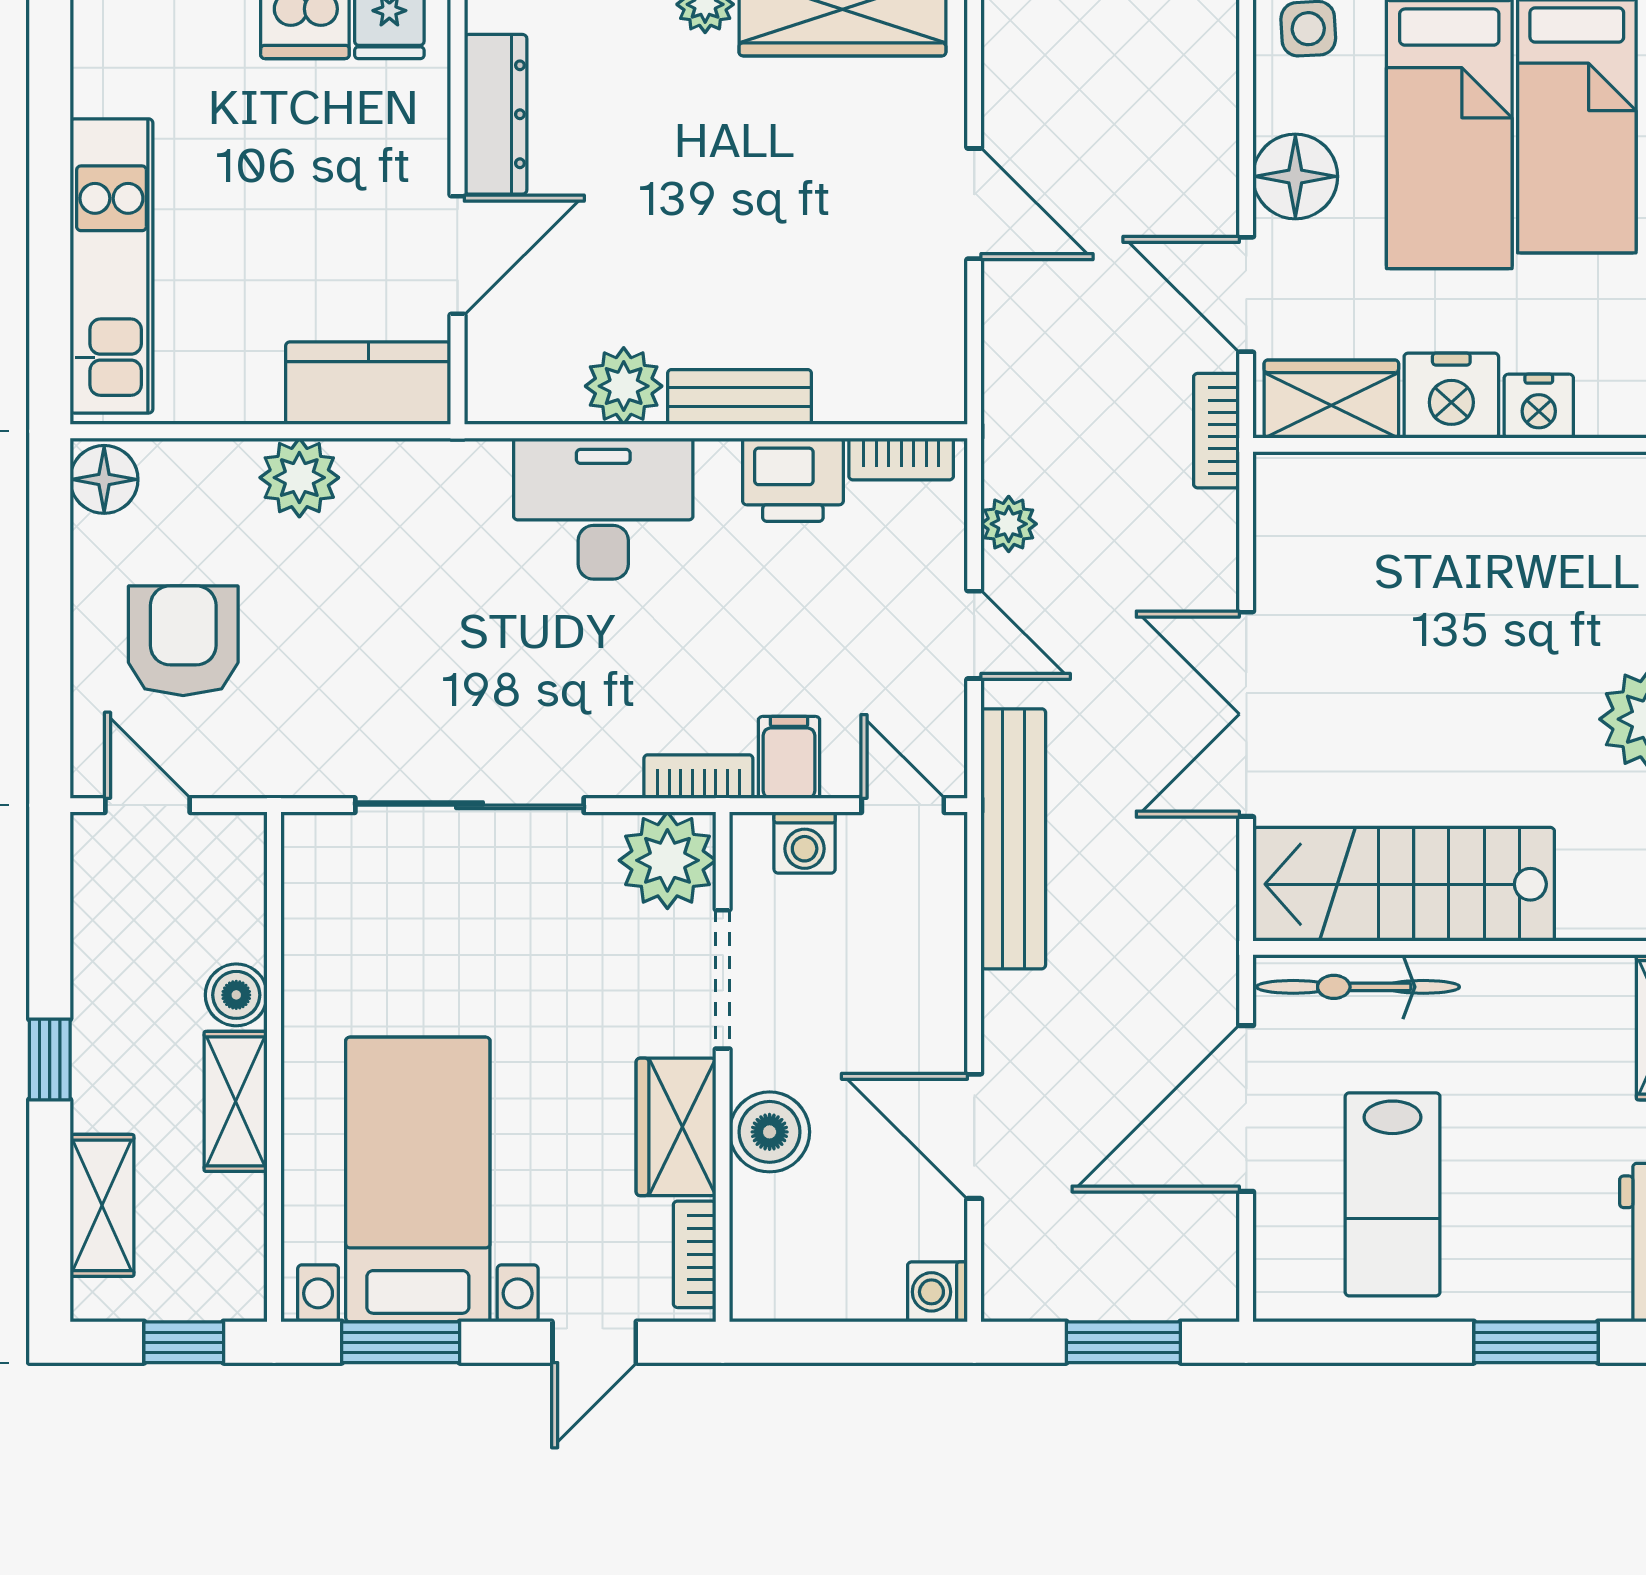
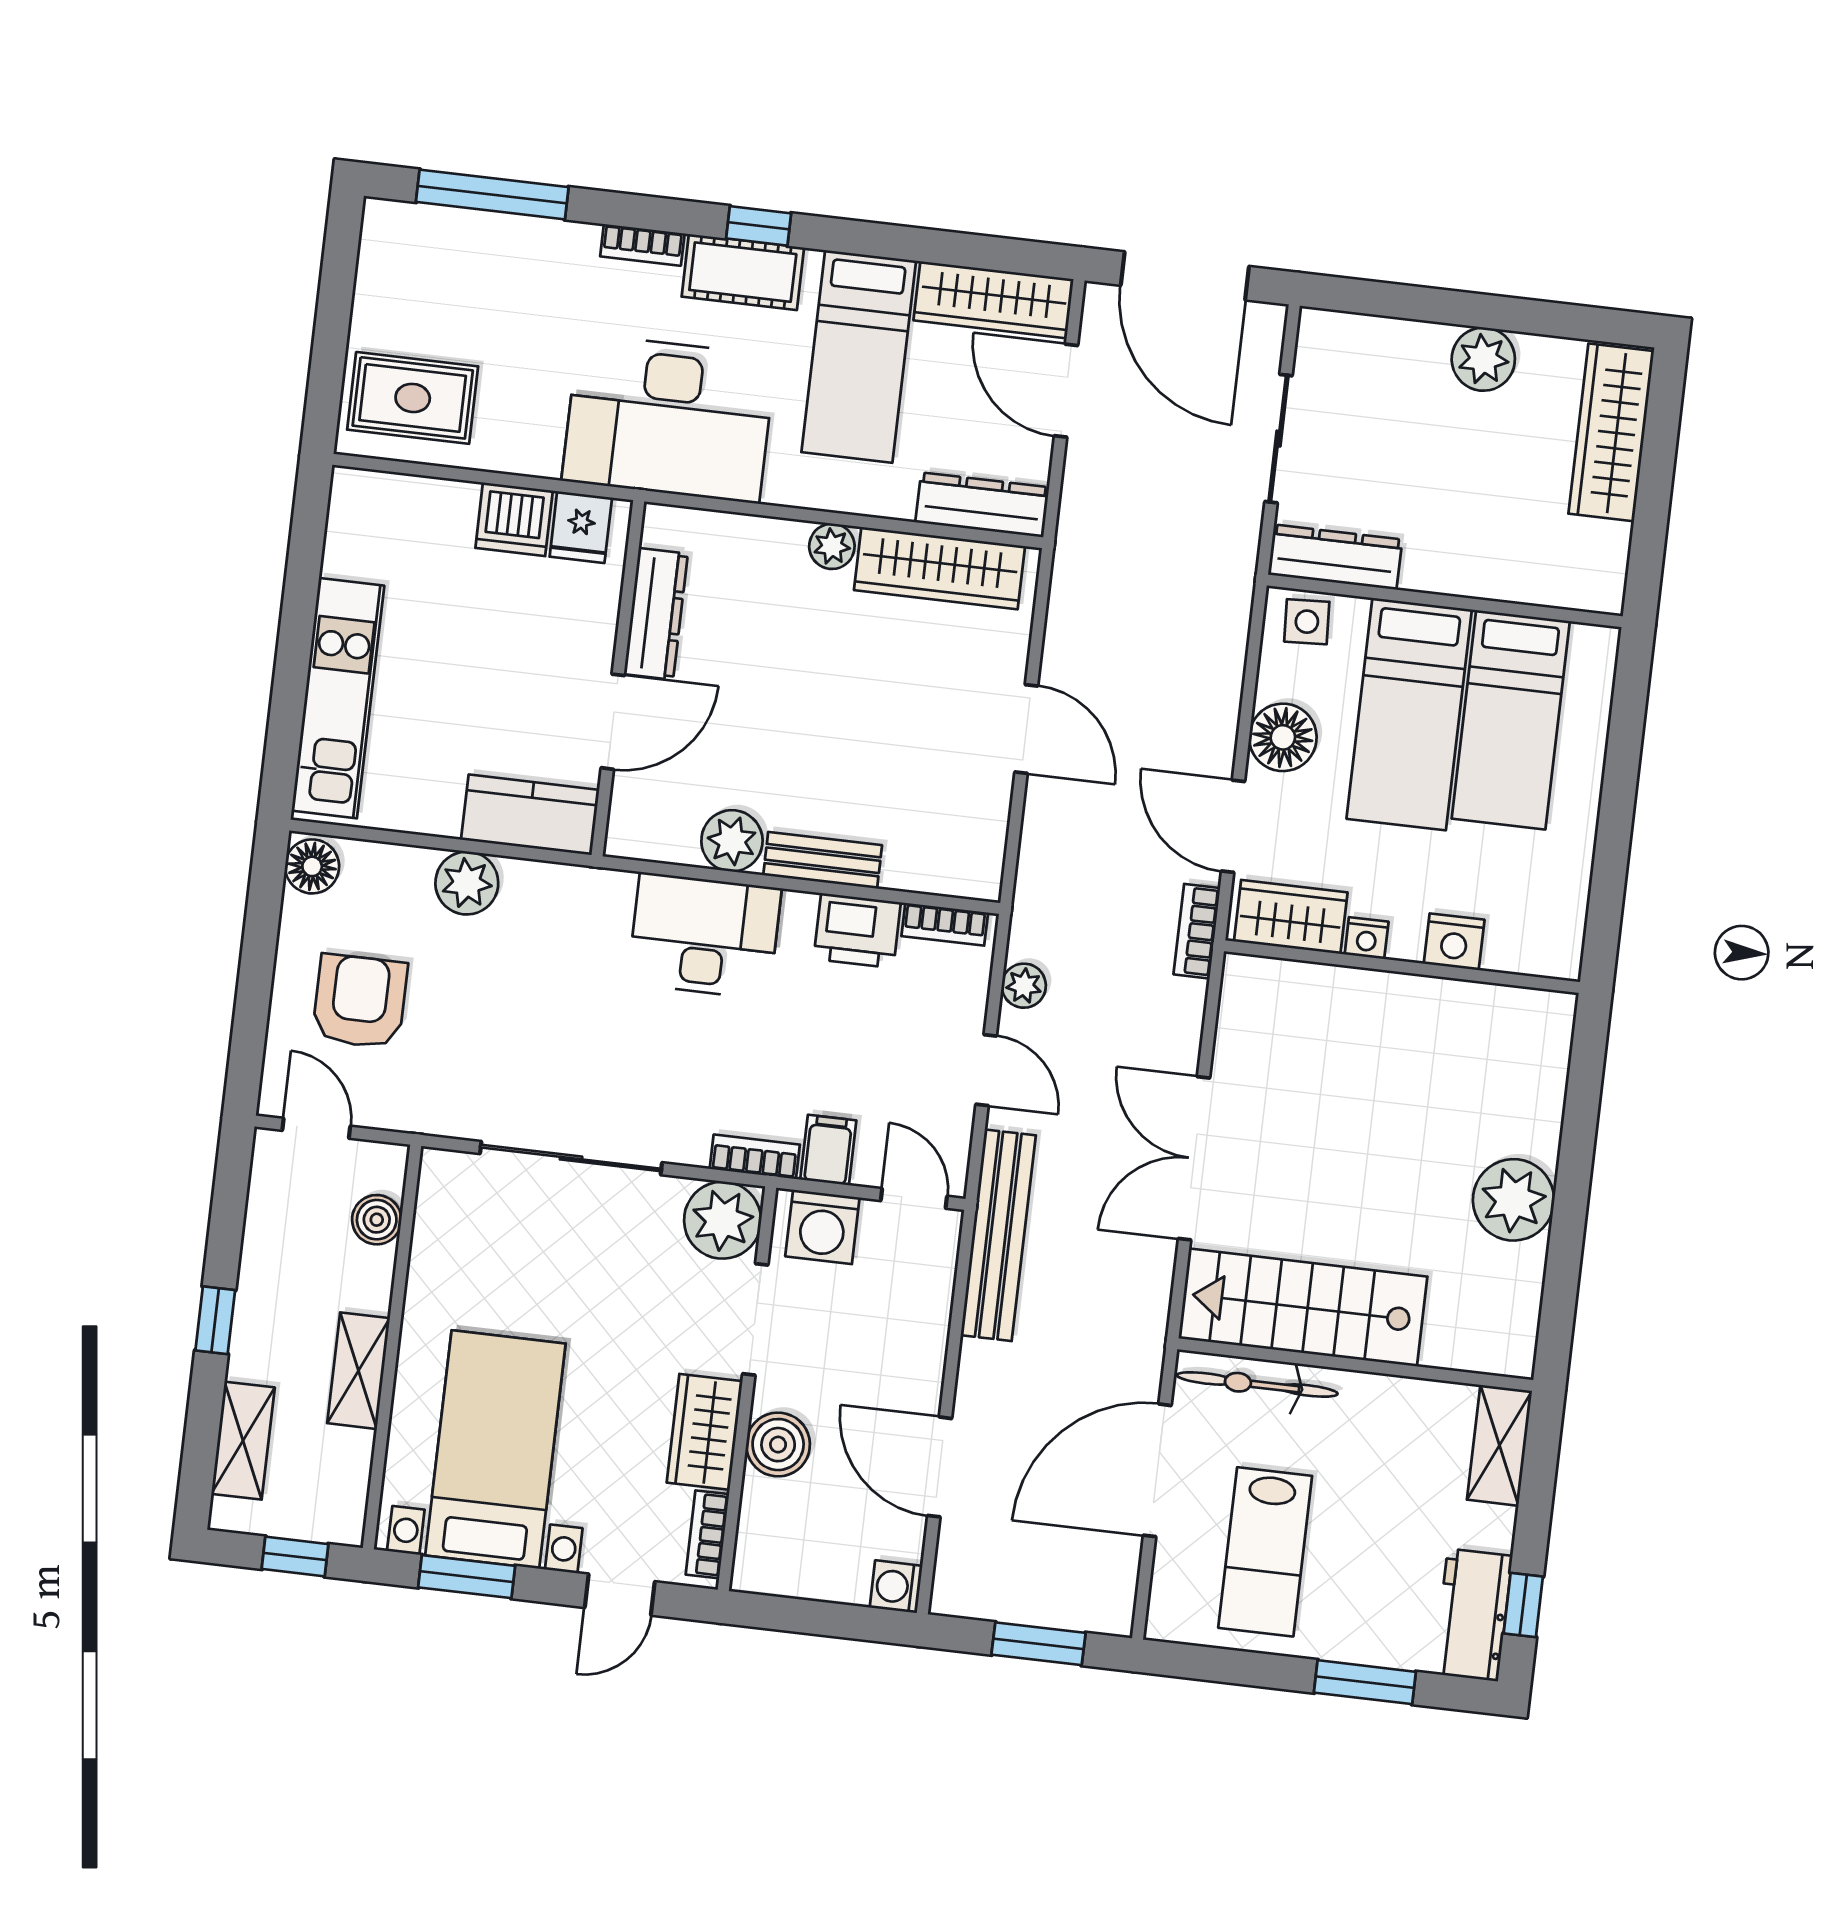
nightstand: (1451, 396) -> (1367, 938), width x0.53, depth x0.56
washing machine: (805, 843) -> (822, 1227), width x1.38, depth x1.38
boiler: (236, 995) -> (377, 1220), moved

